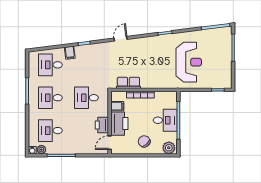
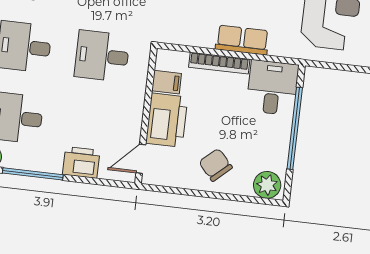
row of seats: (128, 83) -> (242, 40), moved
desk: (165, 120) -> (273, 88), moved, turned -90
printer: (102, 125) -> (81, 162), moved, turned 90

